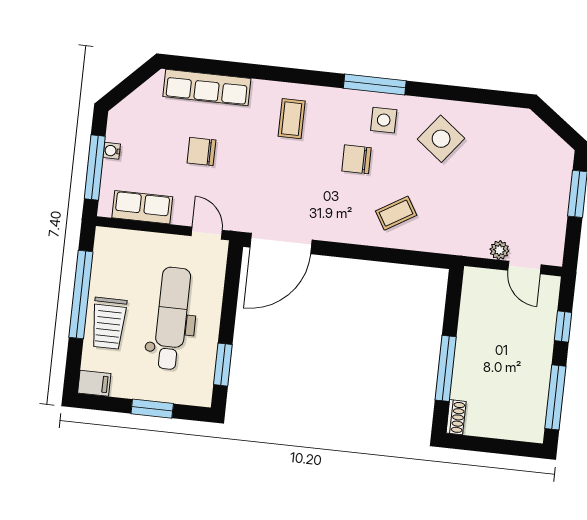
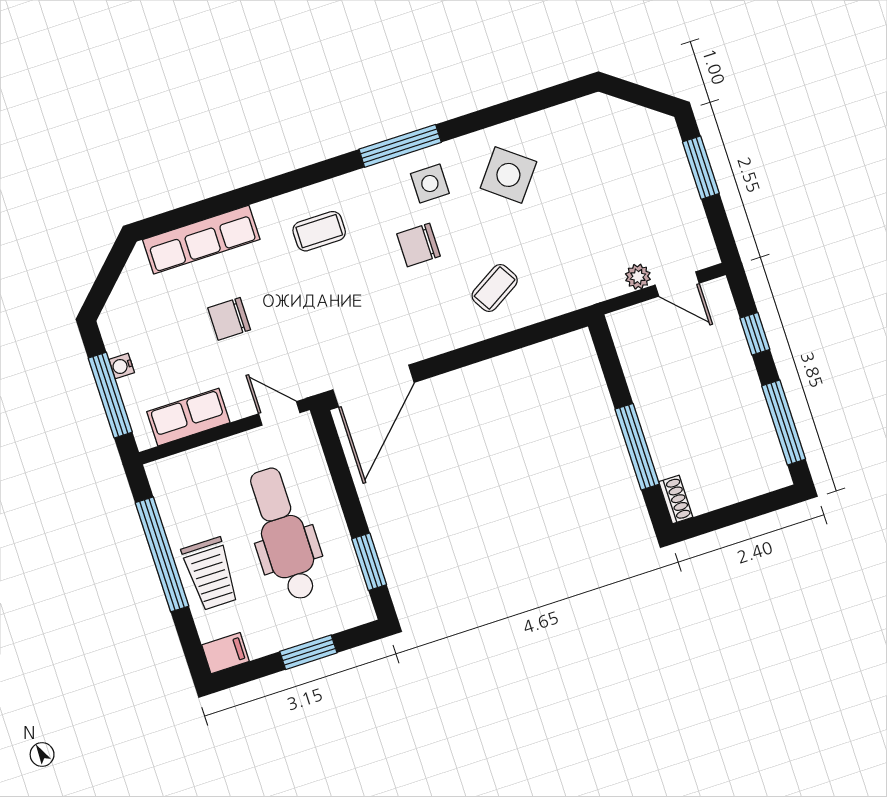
coffee table: (292, 119) -> (319, 231), turned 90

